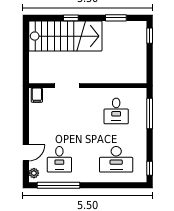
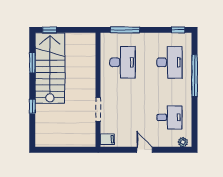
stairs: (65, 36) -> (50, 68), moved
desk: (116, 111) -> (123, 62), width x1.37
door: (26, 153) -> (145, 150), moved
window: (59, 185) -> (195, 76), moved

